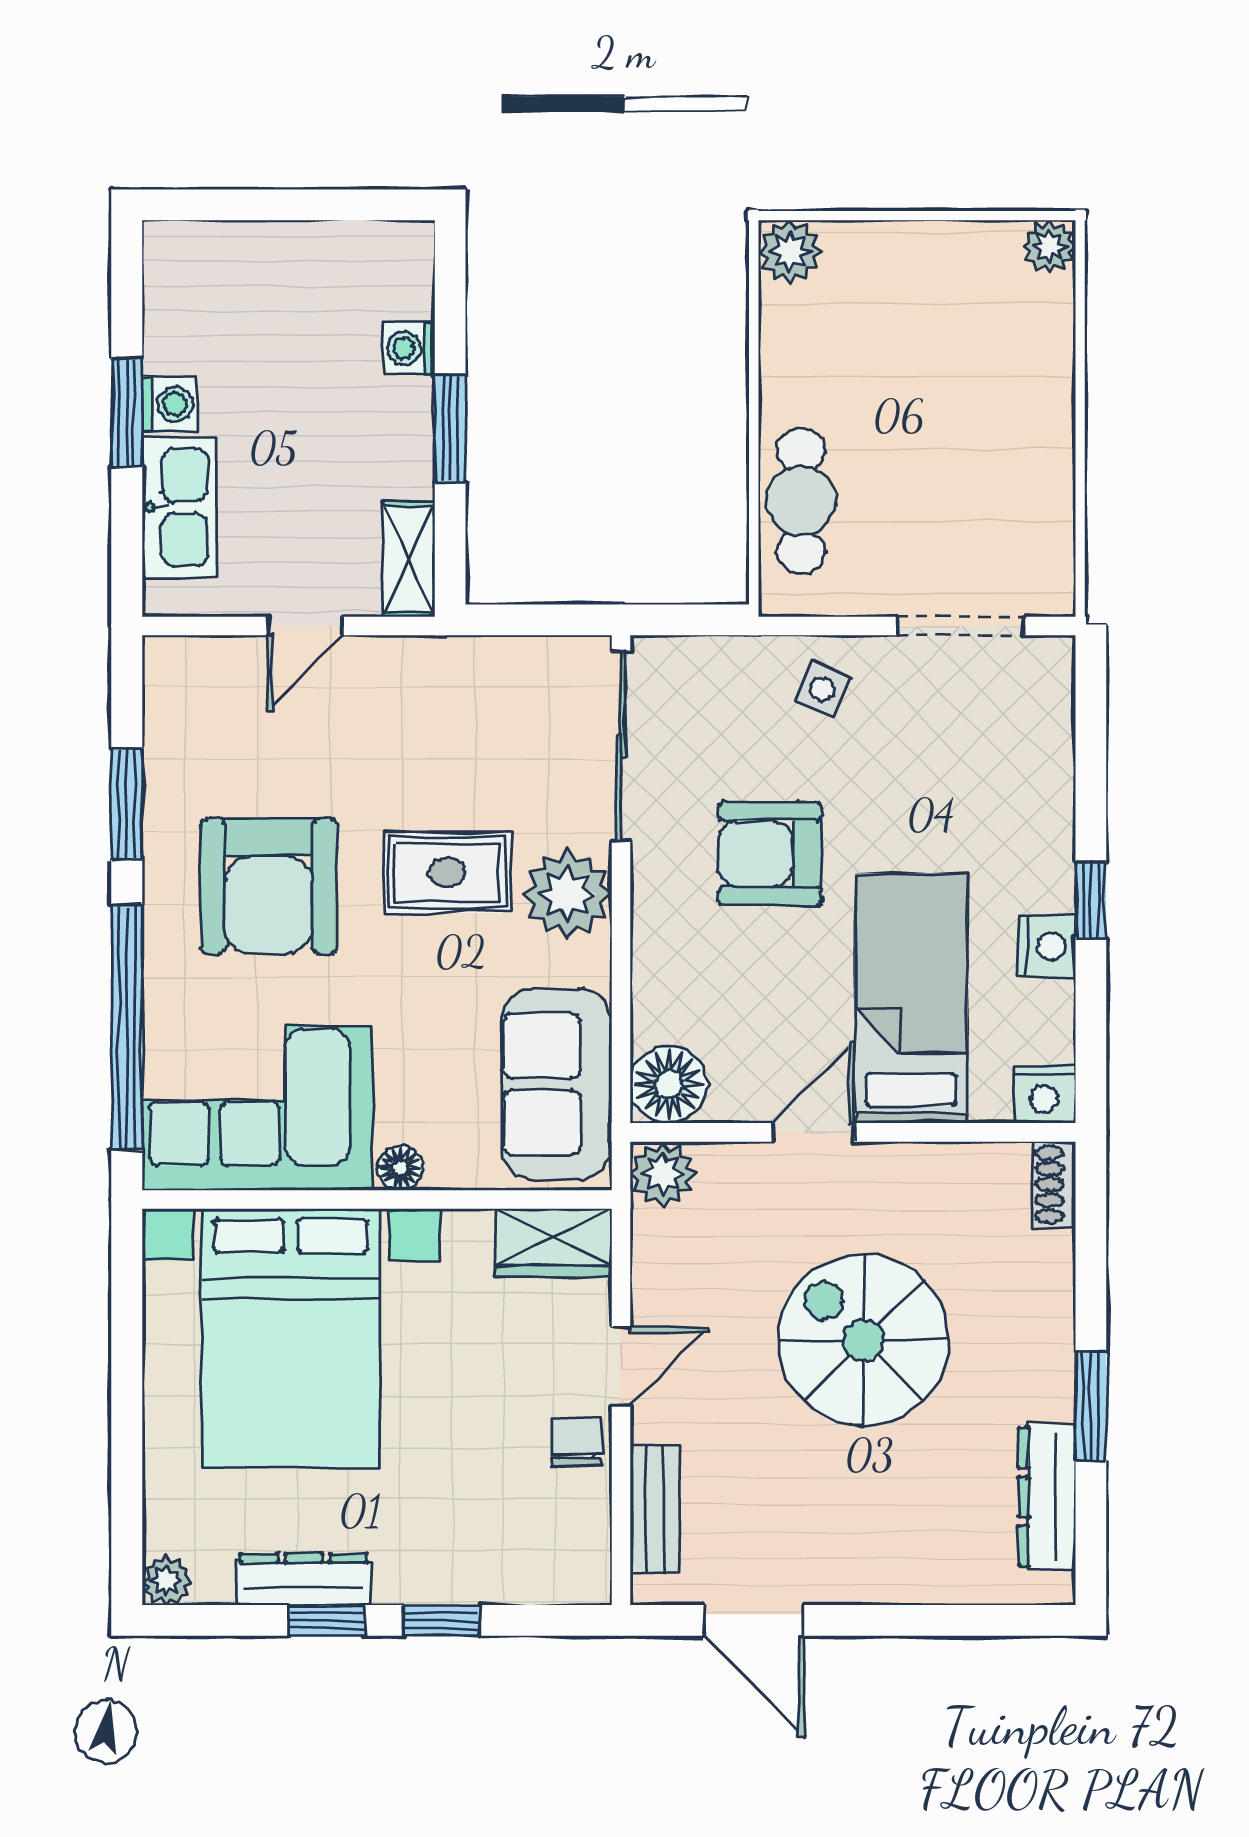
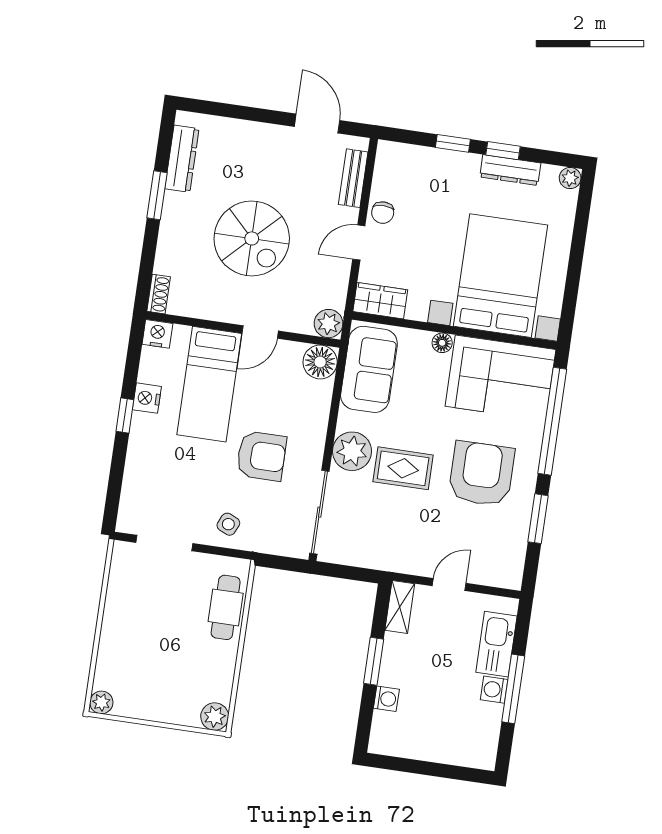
window: (127, 412) -> (513, 689), width x1.44

